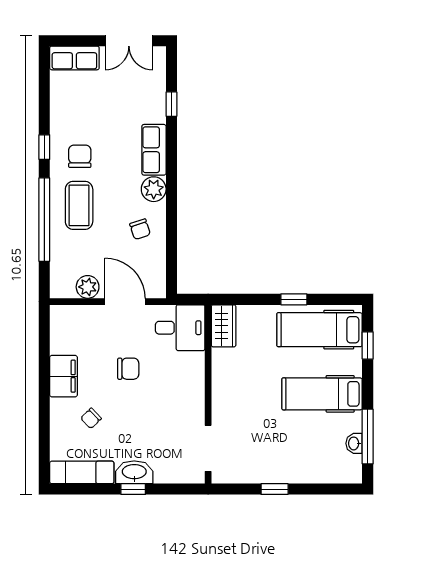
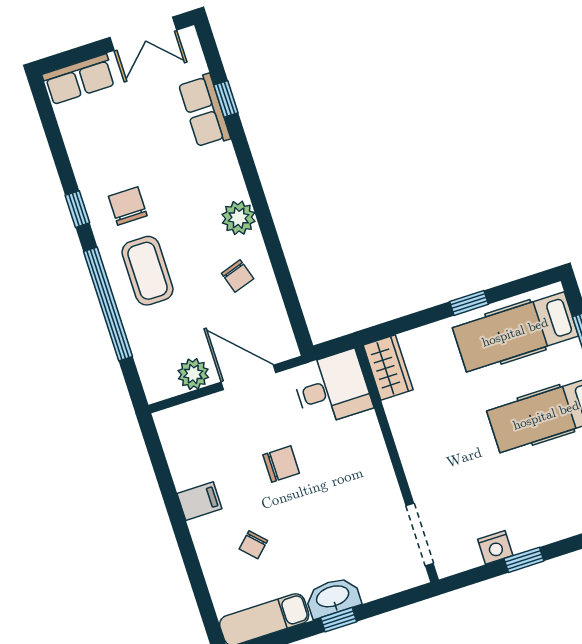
row of seats: (154, 150) -> (204, 111), moved
filing cabinet: (63, 376) -> (199, 501), width x0.50
nightstand: (257, 474) -> (495, 547), added

